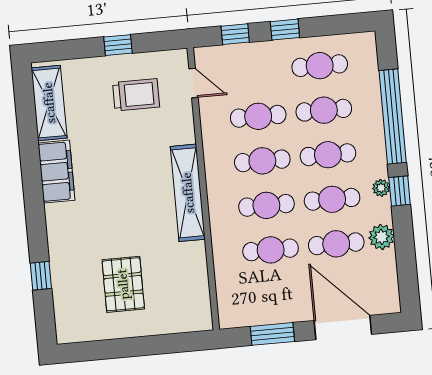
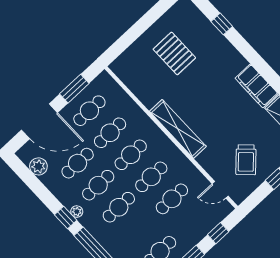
trolley: (136, 95) -> (246, 160), turned -46
cafe table: (324, 110) -> (89, 111), moved
plant: (381, 237) -> (38, 166), moved

